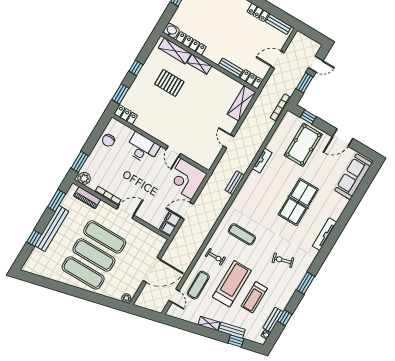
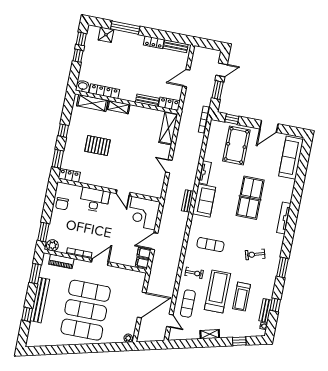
pallet: (169, 83) -> (97, 146), moved
sofa: (251, 188) -> (204, 201), added
bench: (232, 330) -> (232, 333), removed

